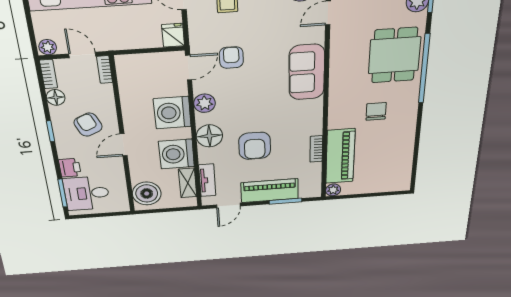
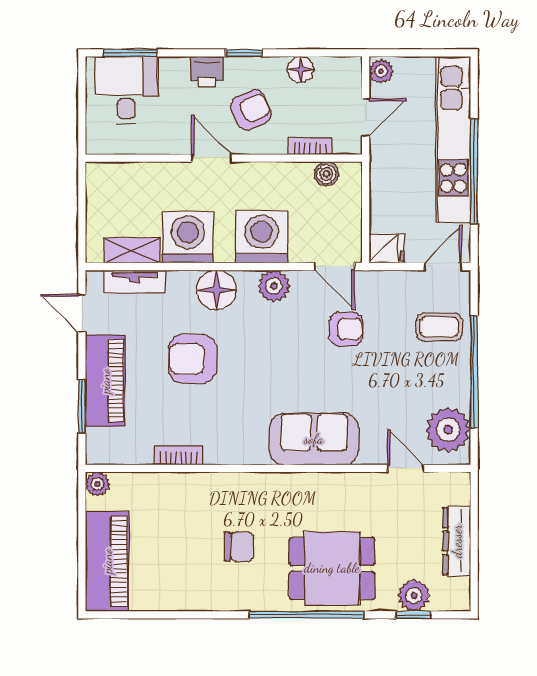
bookcase: (105, 70) -> (310, 146), moved
bookcase: (49, 74) -> (339, 66), removed
piano: (340, 156) -> (107, 561), moved, turned -90
printer: (70, 168) -> (207, 71), moved
boiler: (147, 193) -> (326, 174), moved, width x0.54, depth x0.54

